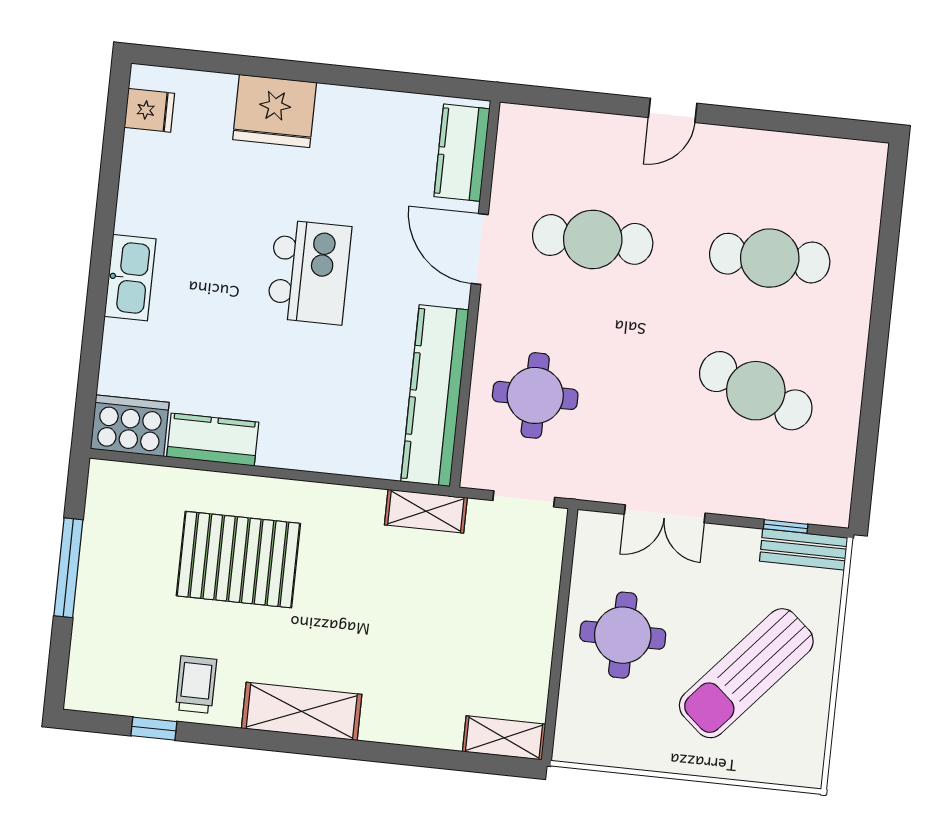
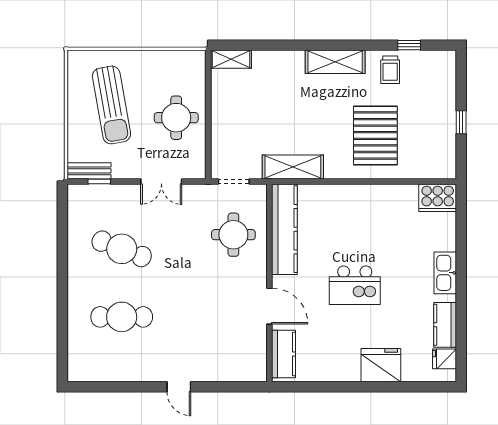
door: (673, 110) -> (179, 387), swing flipped
cafe table: (593, 239) -> (213, 317), removed
kitchen island: (309, 272) -> (355, 285), turned -90
kitchen counter: (213, 440) -> (445, 325), moved, turned 90
shelving: (426, 511) -> (293, 167), width x1.50, depth x1.33
double door: (665, 514) -> (161, 182), swing flipped
pallet: (238, 560) -> (375, 136), turned 90
window: (68, 568) -> (461, 122), width x0.46
sun lounger: (746, 673) -> (111, 105), turned 129

